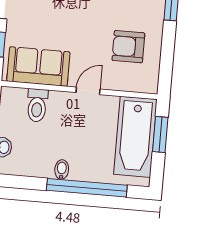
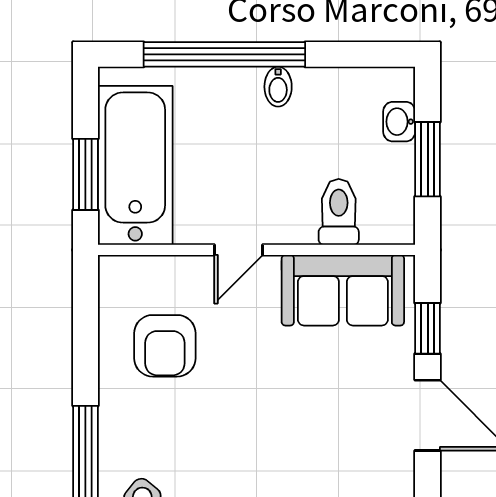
armchair: (128, 47) -> (165, 346), turned 90

